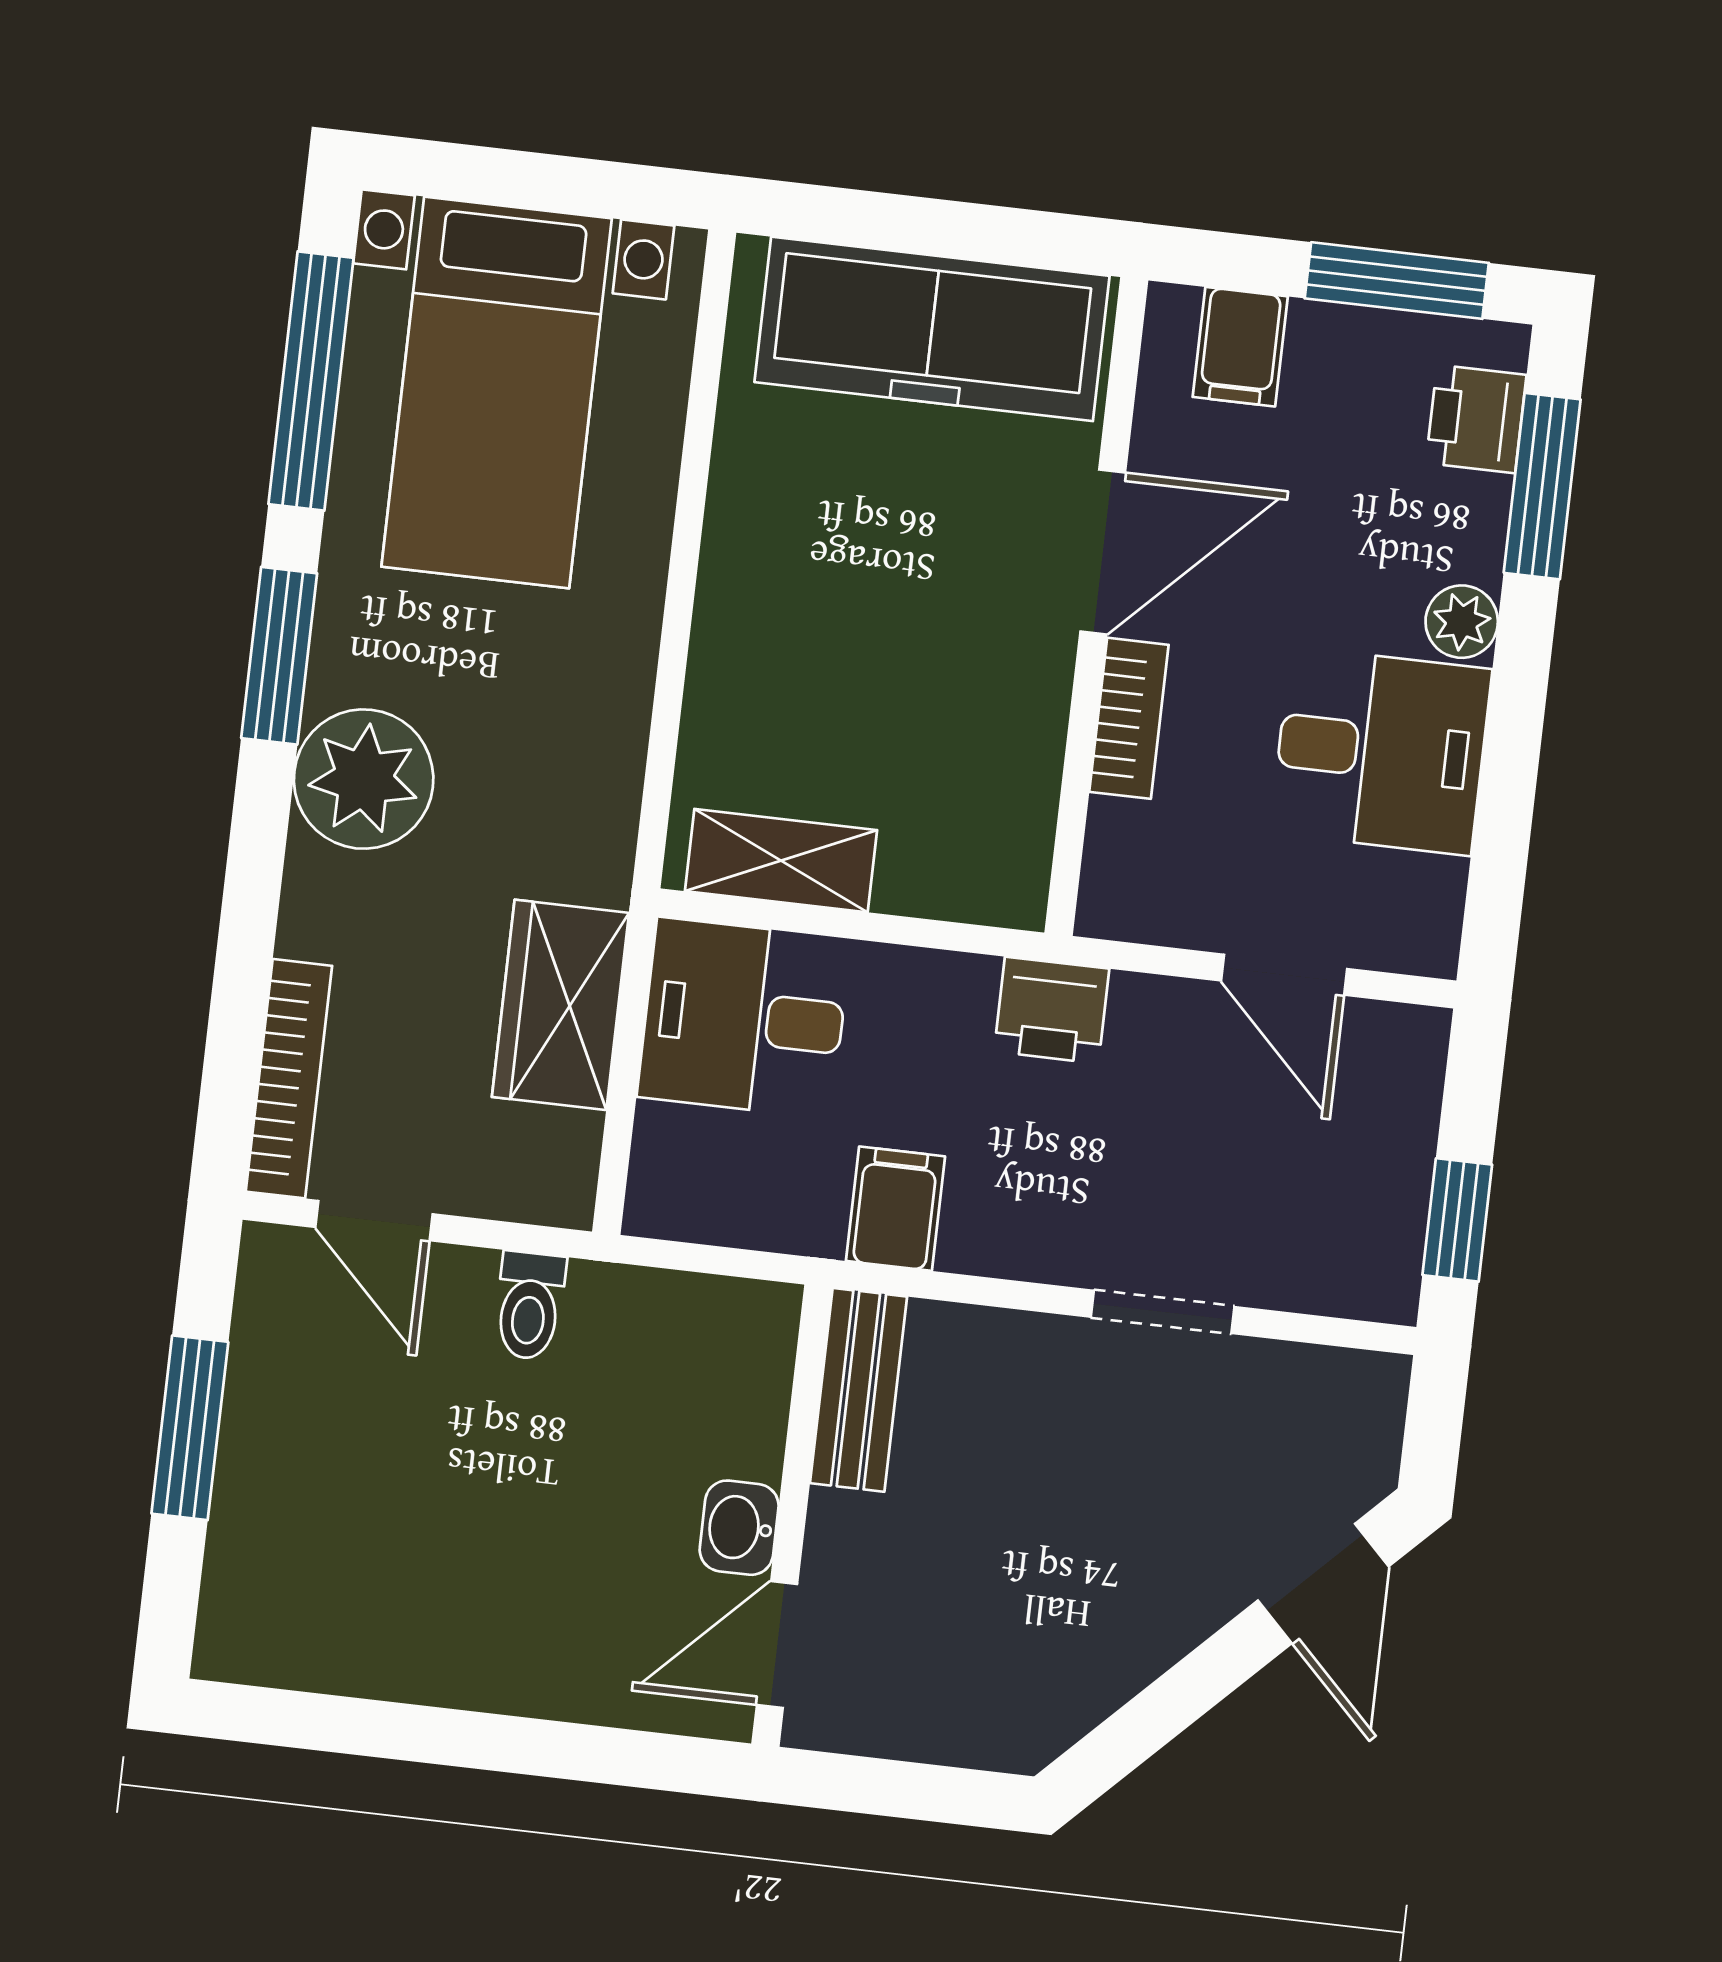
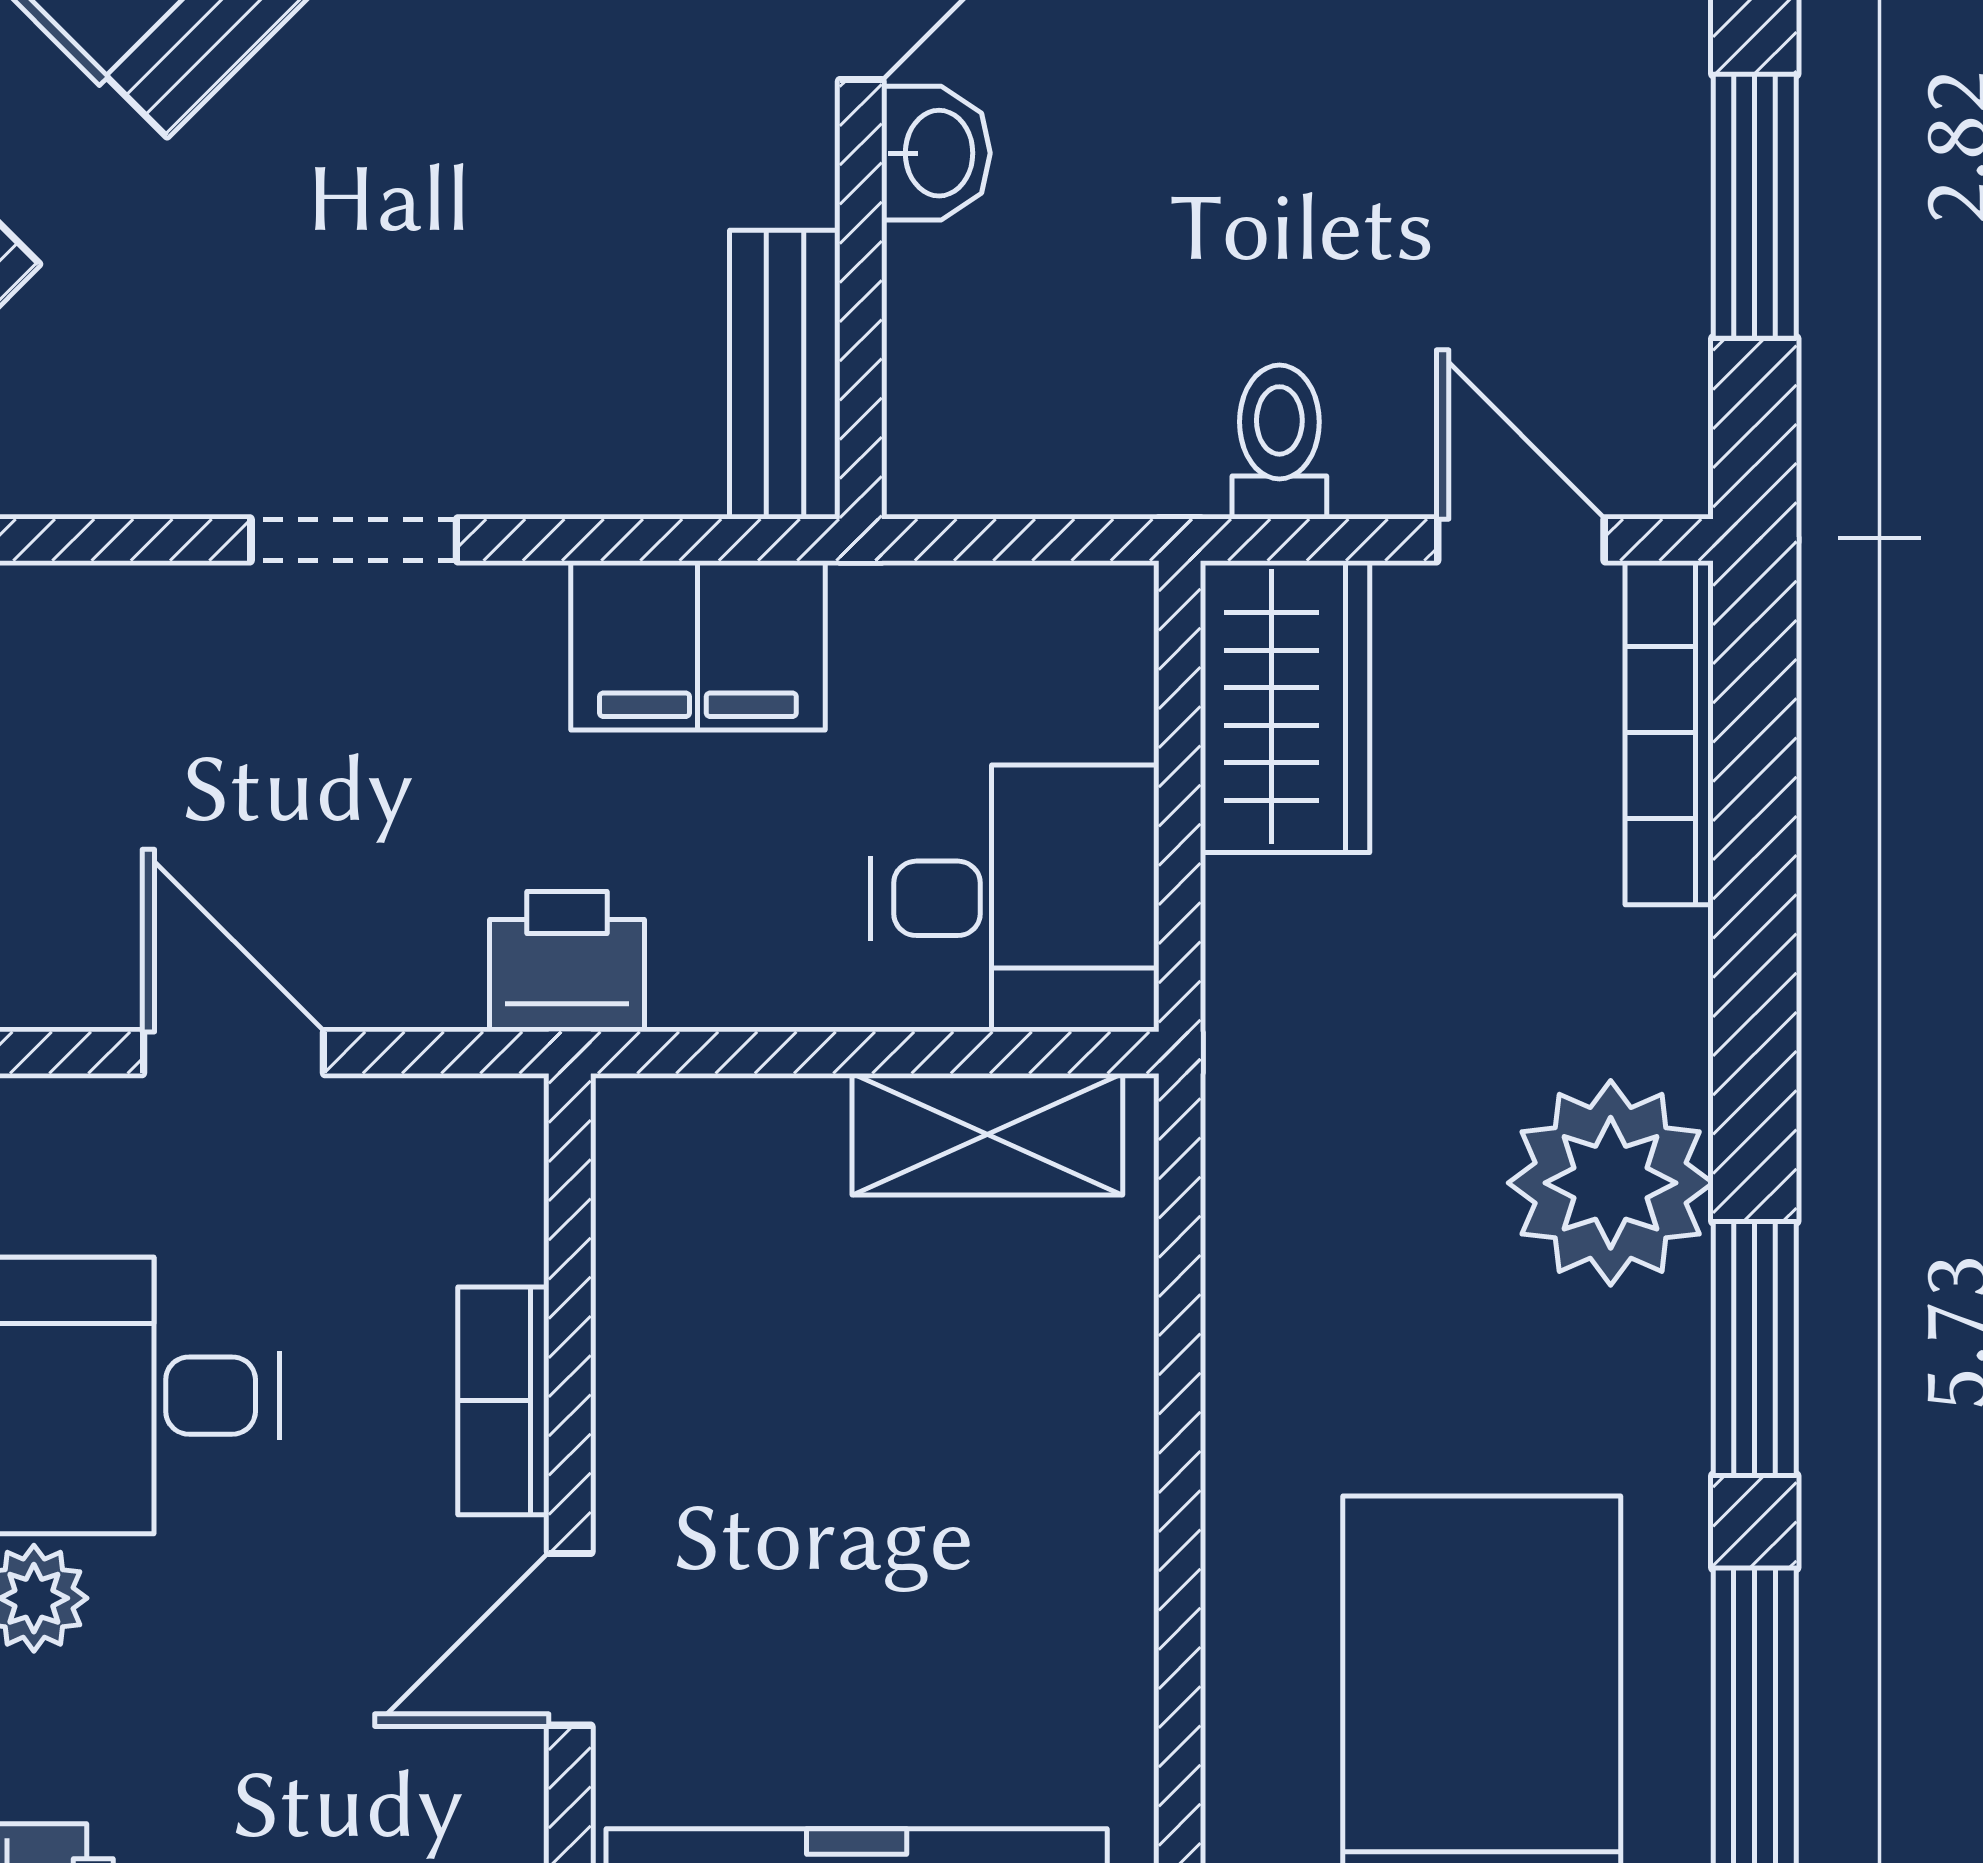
door: (1103, 552) -> (570, 1639), width x0.73
wardrobe: (560, 1005) -> (1285, 707), moved
filing cabinet: (895, 1209) -> (698, 645), width x2.00

